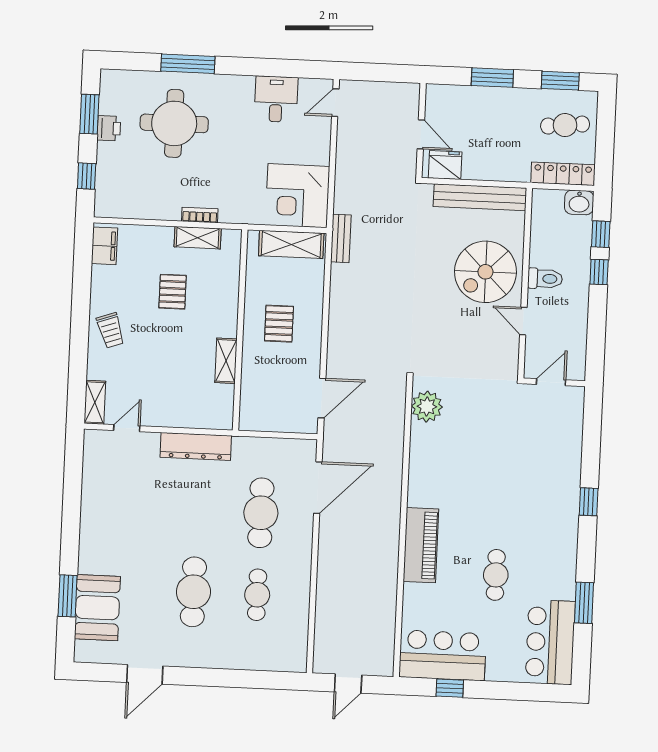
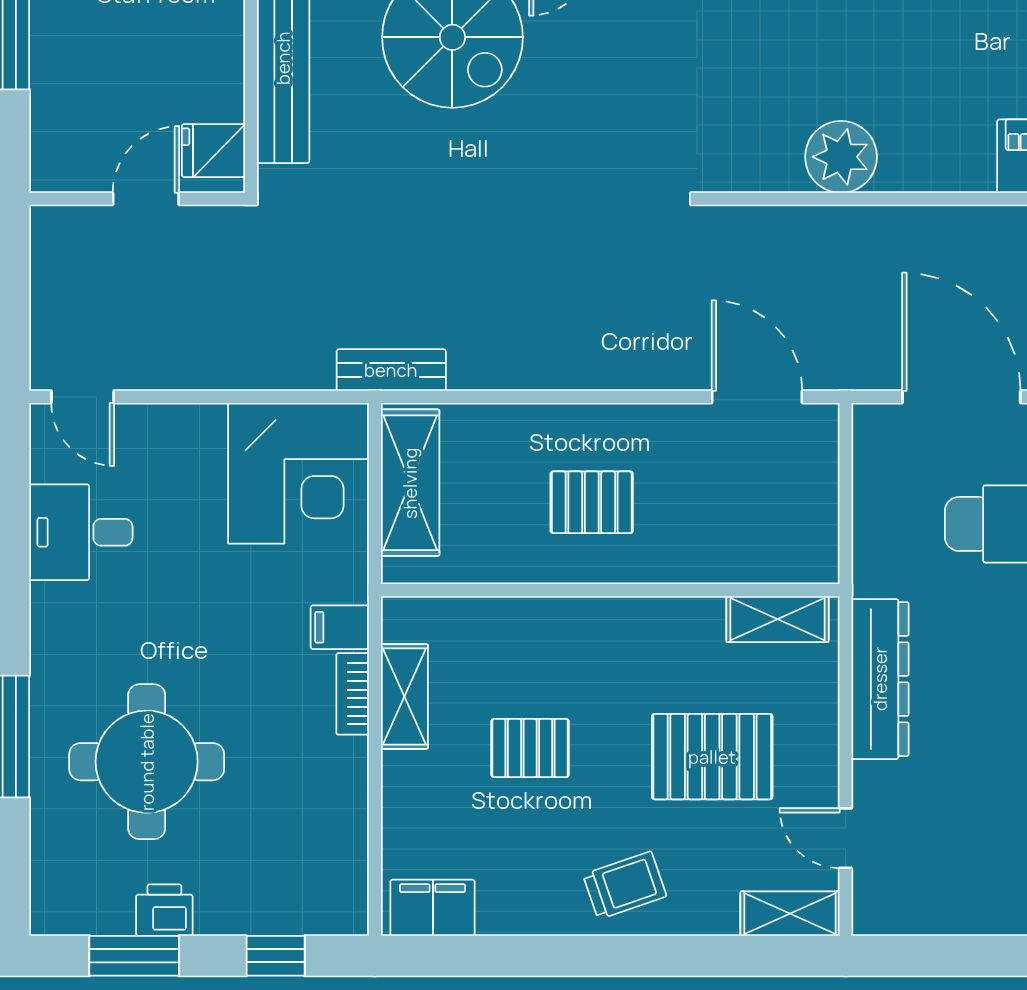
fridge: (445, 165) -> (213, 151), width x0.72
filing cabinet: (229, 211) -> (340, 627), added
shelving: (226, 361) -> (777, 619), moved
pallet: (165, 371) -> (712, 757), added
plant: (427, 407) -> (841, 157), moved

